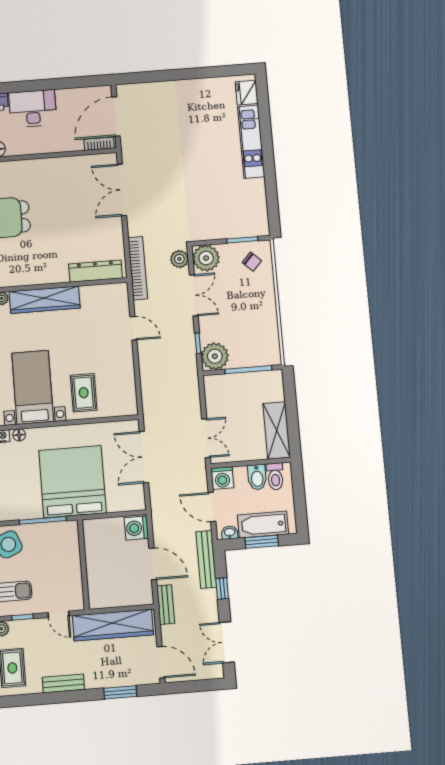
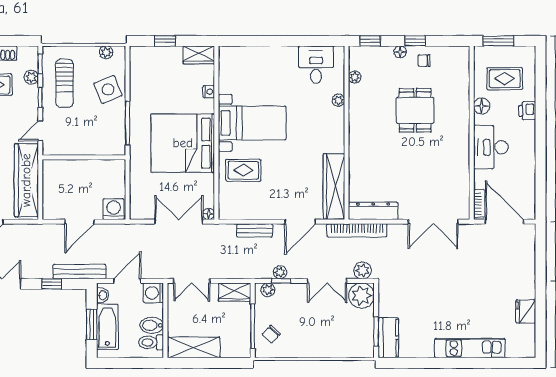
fridge: (247, 93) -> (526, 311), moved, turned -90
desk: (33, 108) -> (491, 147), moved, turned 180
double door: (122, 190) -> (433, 222), swing flipped
kitchen counter: (248, 227) -> (388, 338), added
chair: (252, 262) -> (271, 334), moved
dresser: (95, 271) -> (373, 211), moved, turned -90
wardrobe: (45, 300) -> (334, 186), moved
door: (133, 328) -> (300, 222), width x1.38
plant: (189, 345) -> (280, 272), added
plant: (215, 356) -> (268, 290), width x0.53, depth x0.53
wardrobe: (214, 392) -> (235, 292), added
floor lamp: (19, 435) -> (209, 214), moved
bed: (73, 482) -> (183, 143), moved, turned 180
bench: (166, 605) -> (255, 230), moved

